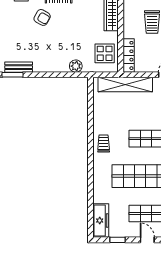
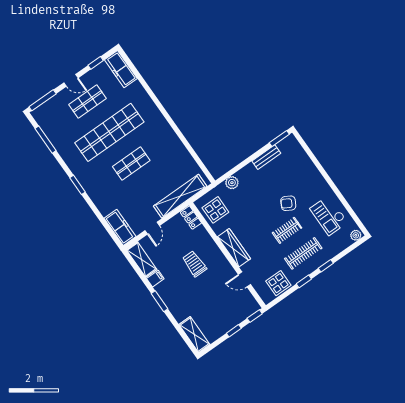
locker: (129, 55) -> (191, 218), width x0.66
bench: (19, 67) -> (266, 157), moved
trolley: (104, 143) -> (164, 135), removed

